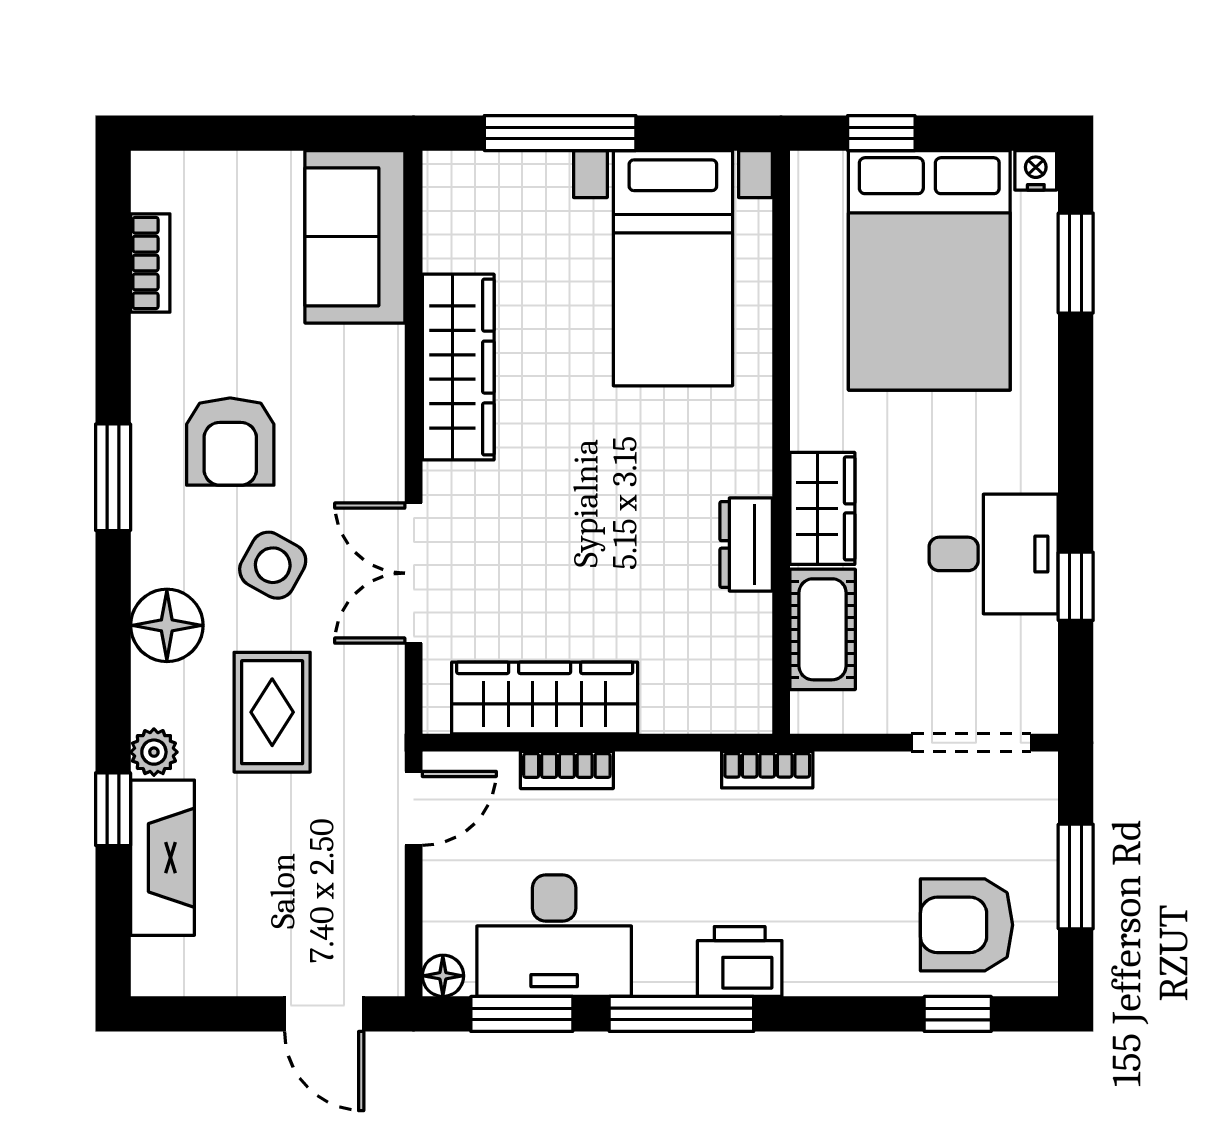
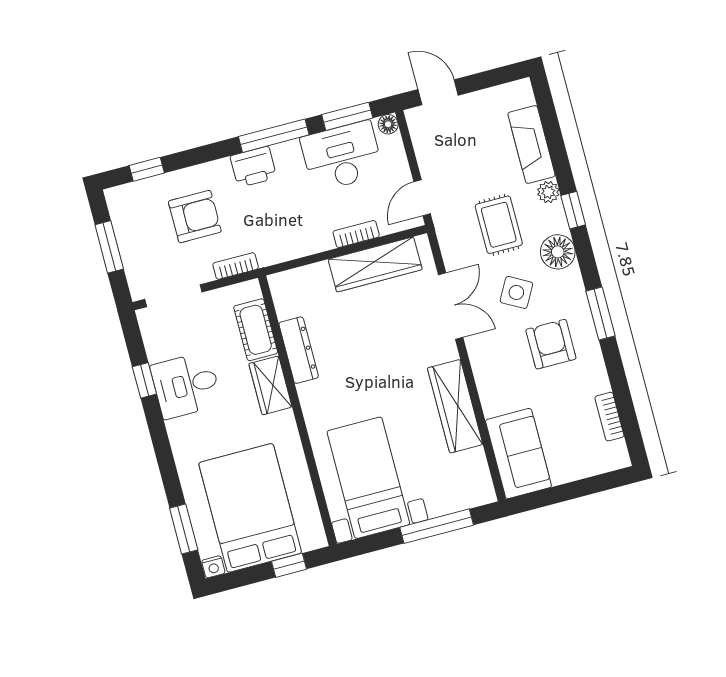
dresser: (746, 544) -> (299, 350), width x1.44
bookcase: (767, 770) -> (236, 266), moved
window: (113, 809) -> (573, 210), moved
armchair: (966, 925) -> (195, 217), moved

